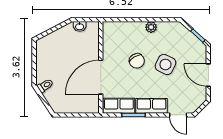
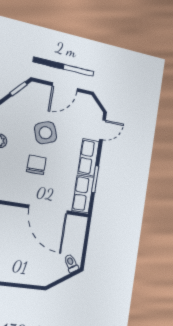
chair: (137, 61) -> (36, 165), turned -60
side table: (165, 64) -> (46, 133), turned 45
toilet: (45, 86) -> (71, 263), moved

